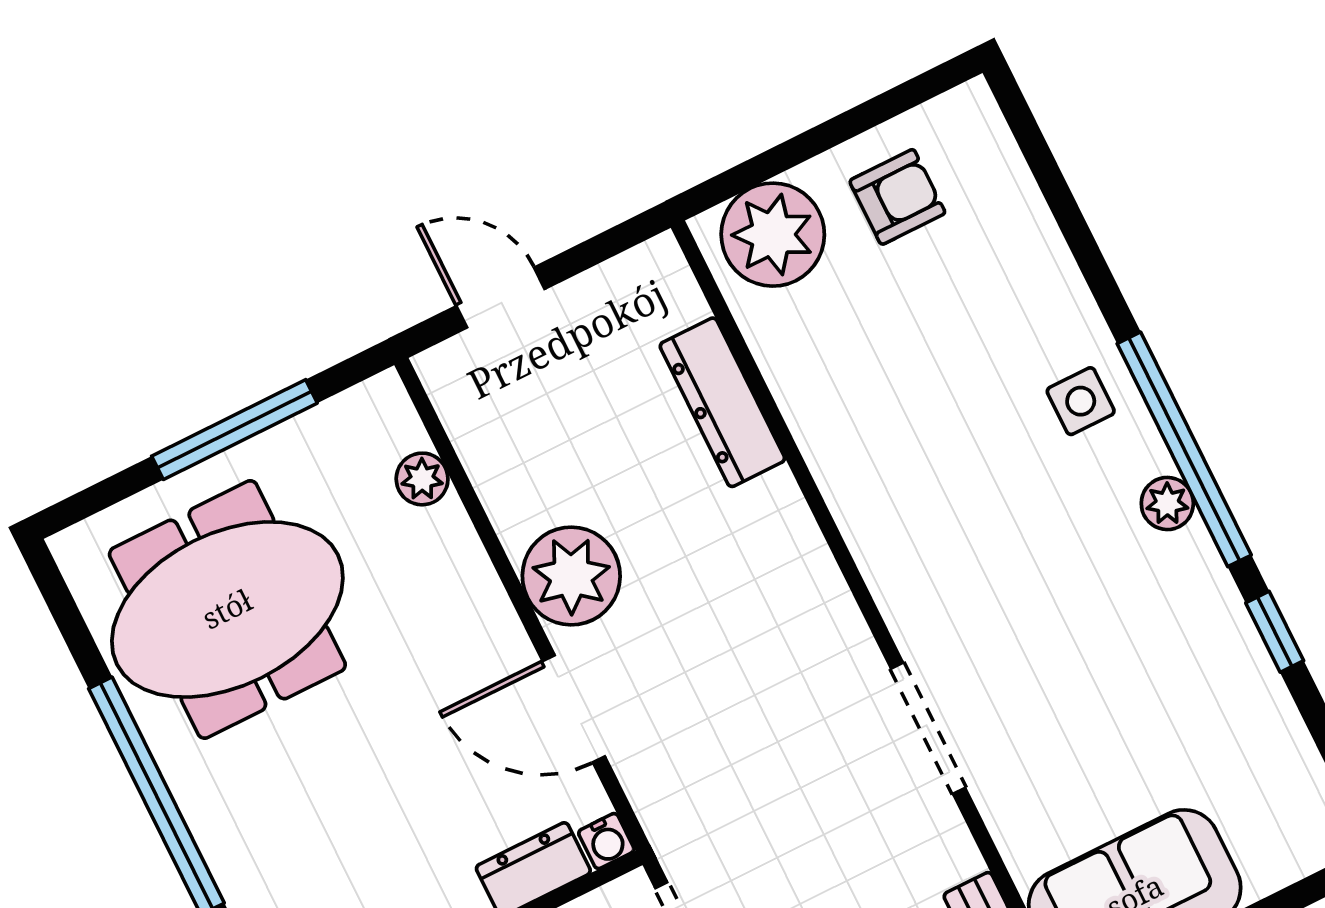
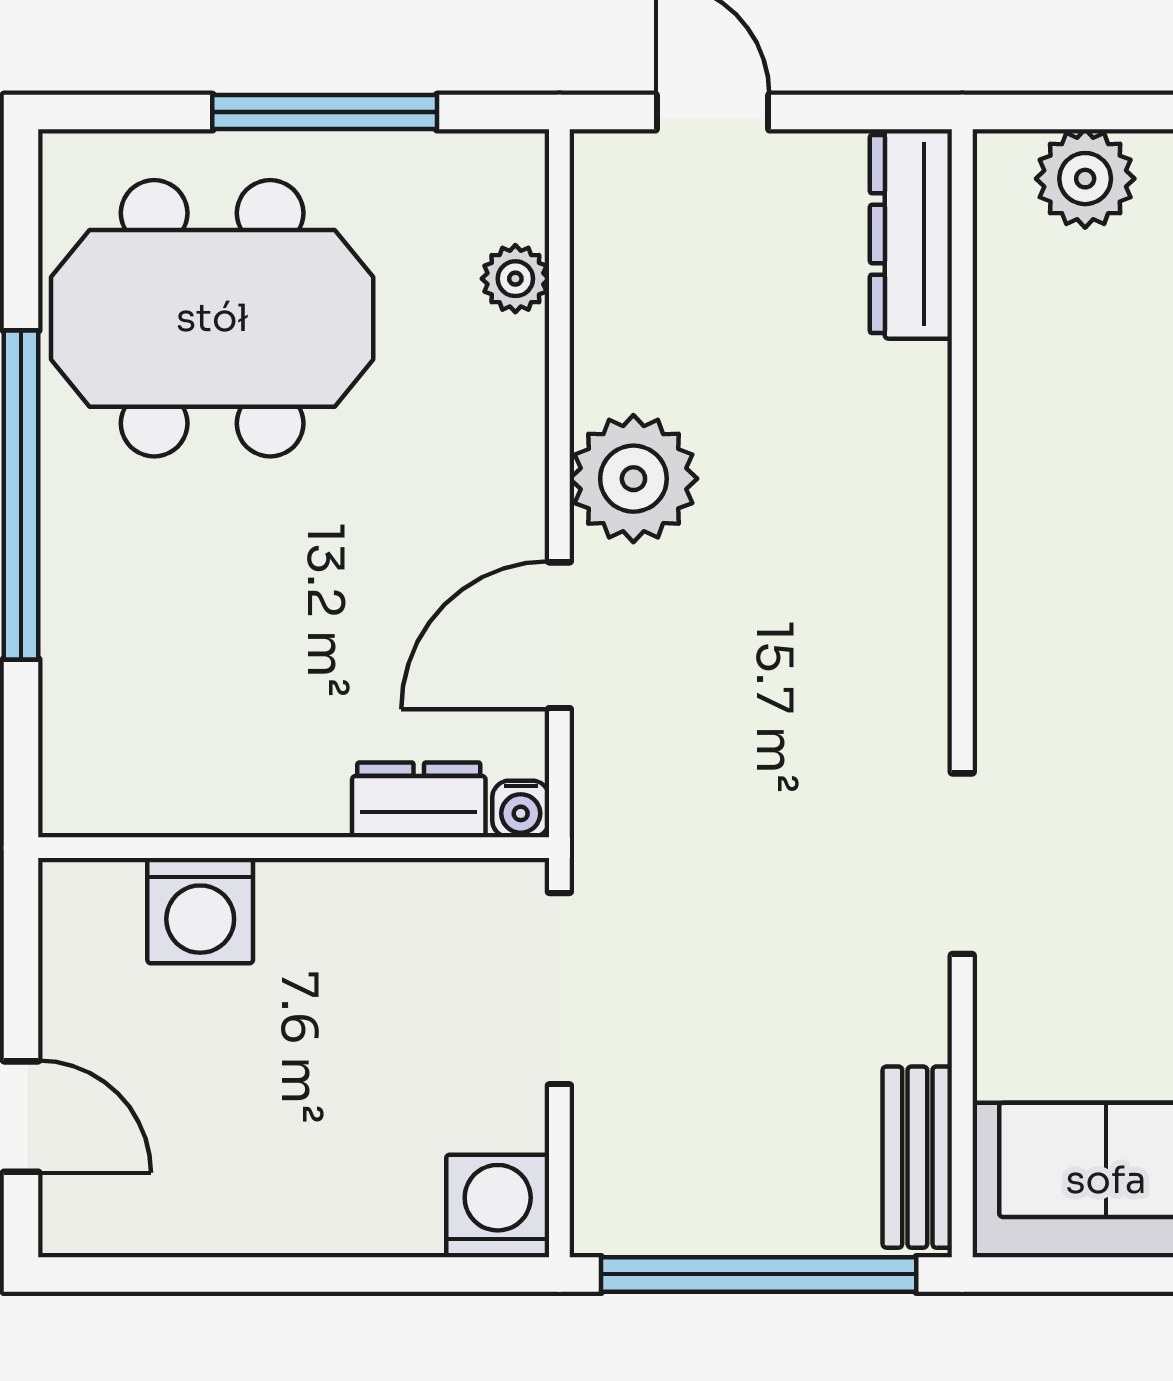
plant: (773, 235) -> (1085, 179), width x0.73, depth x0.73
dresser: (722, 402) -> (911, 234), moved
door: (574, 709) -> (559, 635), hinge flipped

